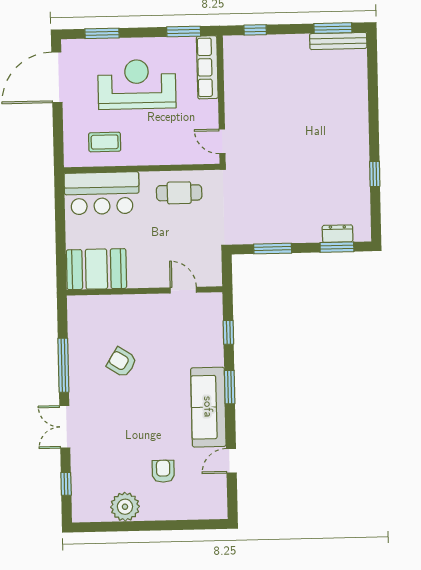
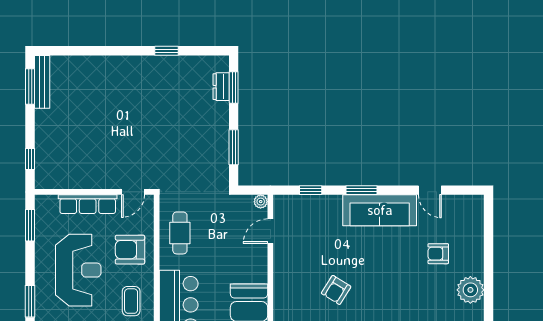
row of seats: (207, 67) -> (88, 204), moved
reception desk: (137, 84) -> (78, 270), turned 180
armchair: (160, 140) -> (130, 250), added
plant: (215, 279) -> (261, 202), added

